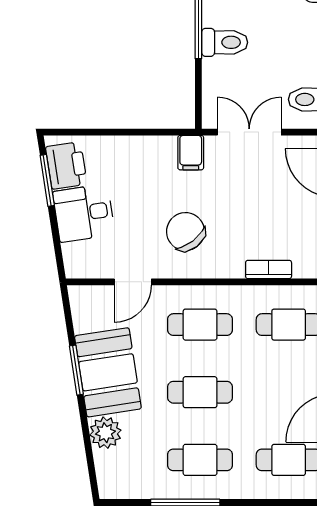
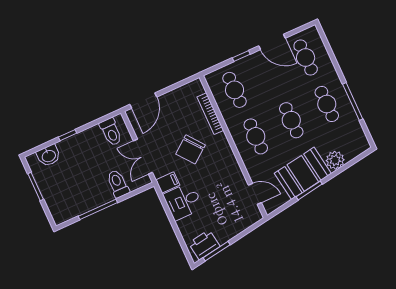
toilet: (225, 42) -> (118, 184), moved
desk: (84, 213) -> (183, 201), moved, turned 99
chair: (186, 232) -> (191, 149), moved
bookcase: (269, 269) -> (210, 114), width x1.56
door: (133, 282) -> (255, 194), moved

